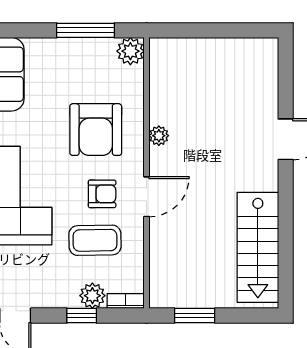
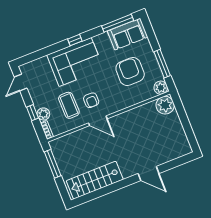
armchair: (96, 130) -> (130, 71), moved, turned 90
plant: (159, 136) -> (165, 105), moved, width x1.87, depth x1.87
window: (195, 316) -> (53, 164), width x1.44

